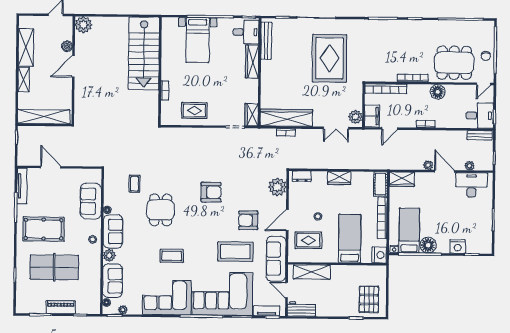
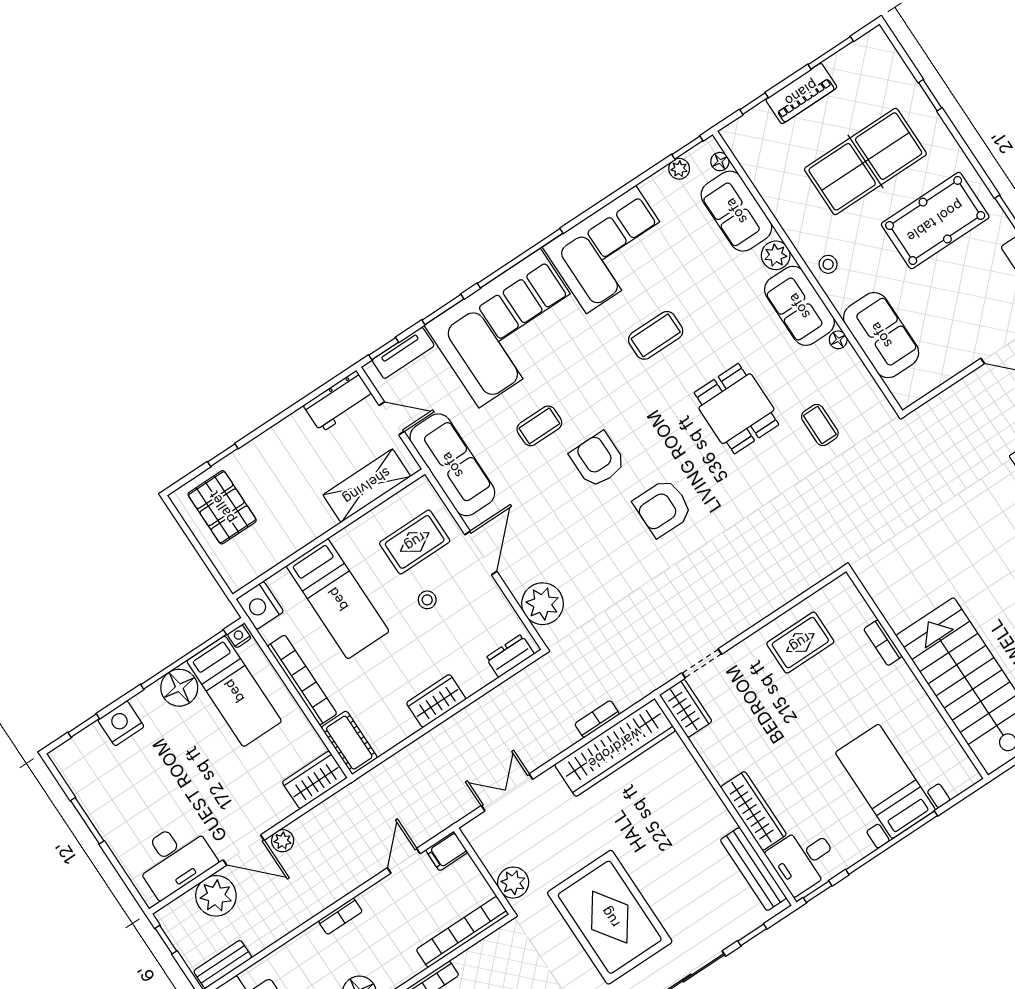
filing cabinet: (372, 116) -> (447, 851), width x0.50
plant: (355, 117) -> (513, 883), moved
plant: (470, 166) -> (216, 896), width x1.88, depth x1.88
armchair: (248, 220) -> (598, 460), moved, turned -90
coffee table: (235, 252) -> (539, 426), width x0.54, depth x0.58

